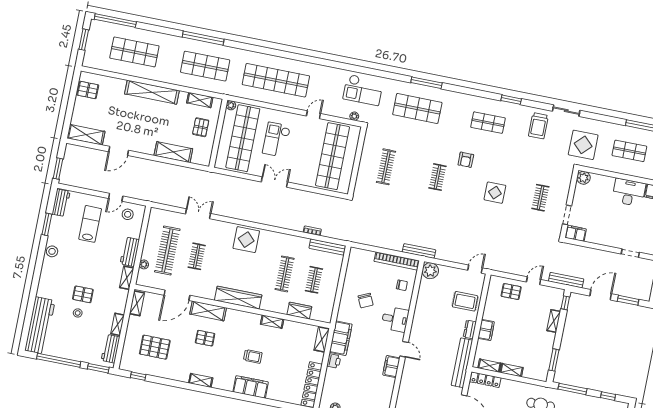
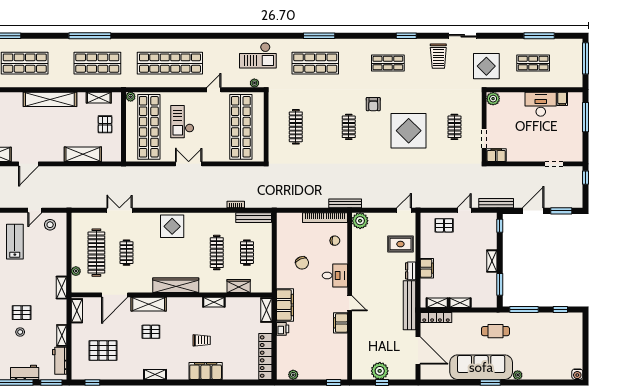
display table: (495, 193) -> (409, 131), width x1.86, depth x1.86
workbench: (130, 252) -> (25, 372), moved, turned 90
shelving: (554, 321) -> (492, 261), moved

